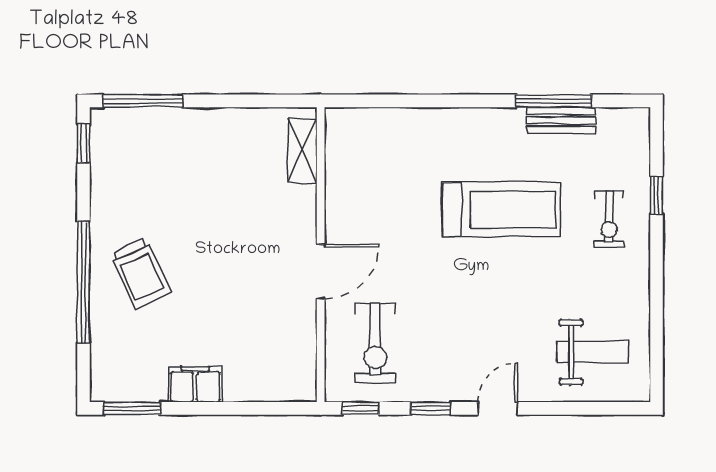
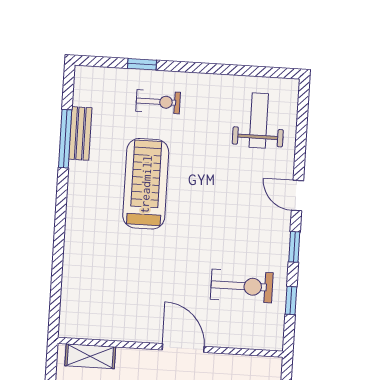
shelving: (302, 151) -> (90, 356), moved
wall: (321, 255) -> (170, 347), moved
door: (321, 272) -> (183, 348), moved

